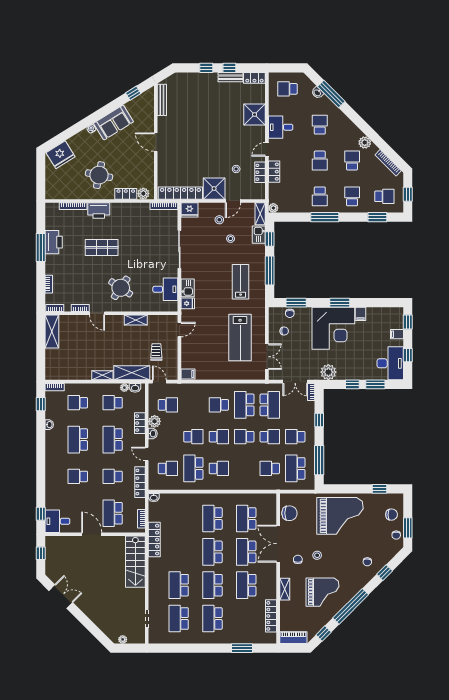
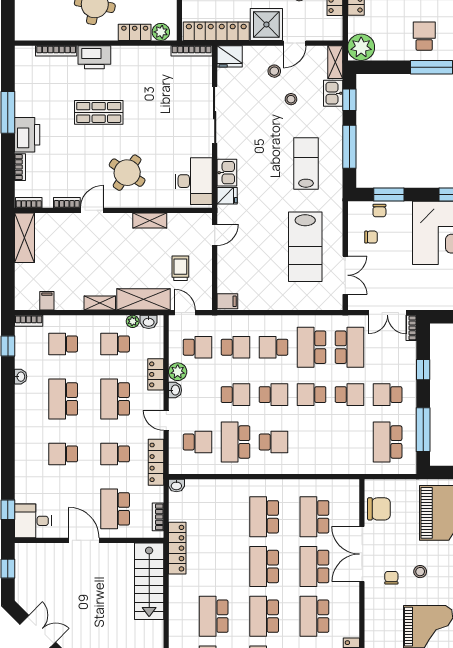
school desk: (320, 196) -> (424, 36), turned 180
plant: (273, 208) -> (361, 47), width x1.88, depth x1.88
printer: (54, 242) -> (27, 135), moved
desk: (165, 289) -> (194, 181), width x1.37
door: (97, 313) -> (92, 210), swing flipped
plant: (328, 372) -> (437, 298), removed
filing cabinet: (67, 374) -> (47, 301), added
school desk: (270, 468) -> (235, 347), moved, turned 180
shelving: (285, 589) -> (372, 622), removed

